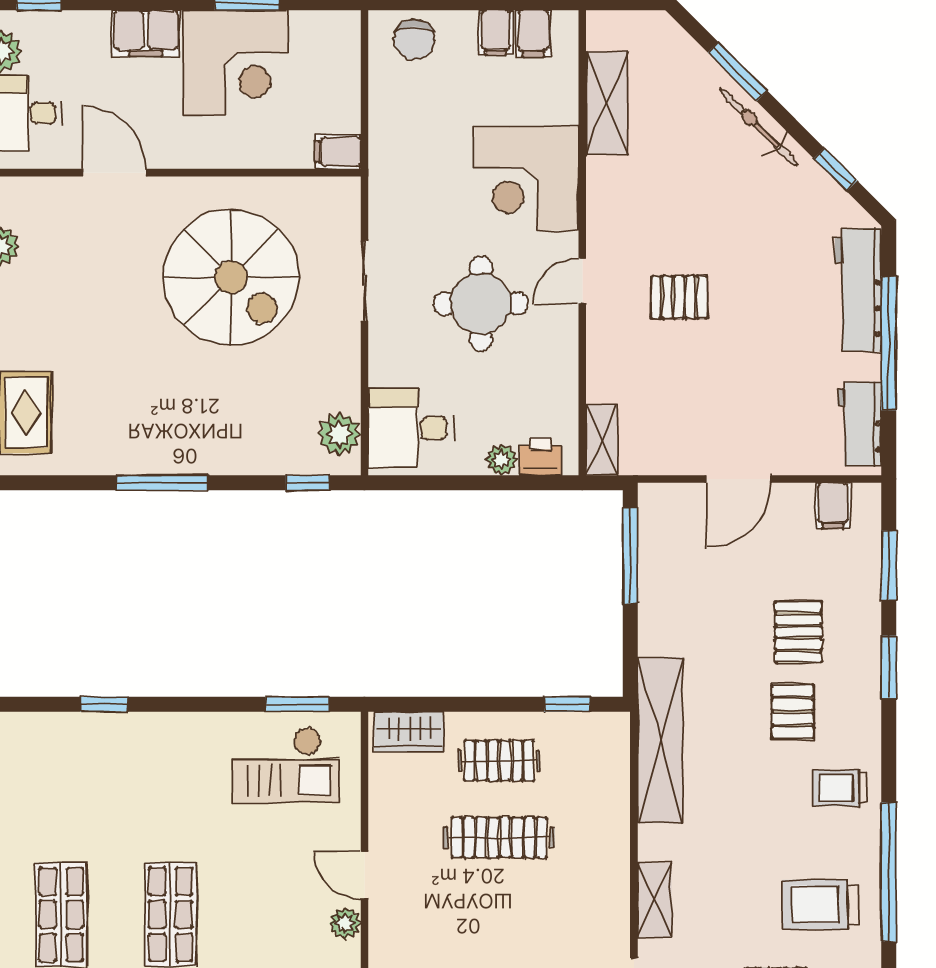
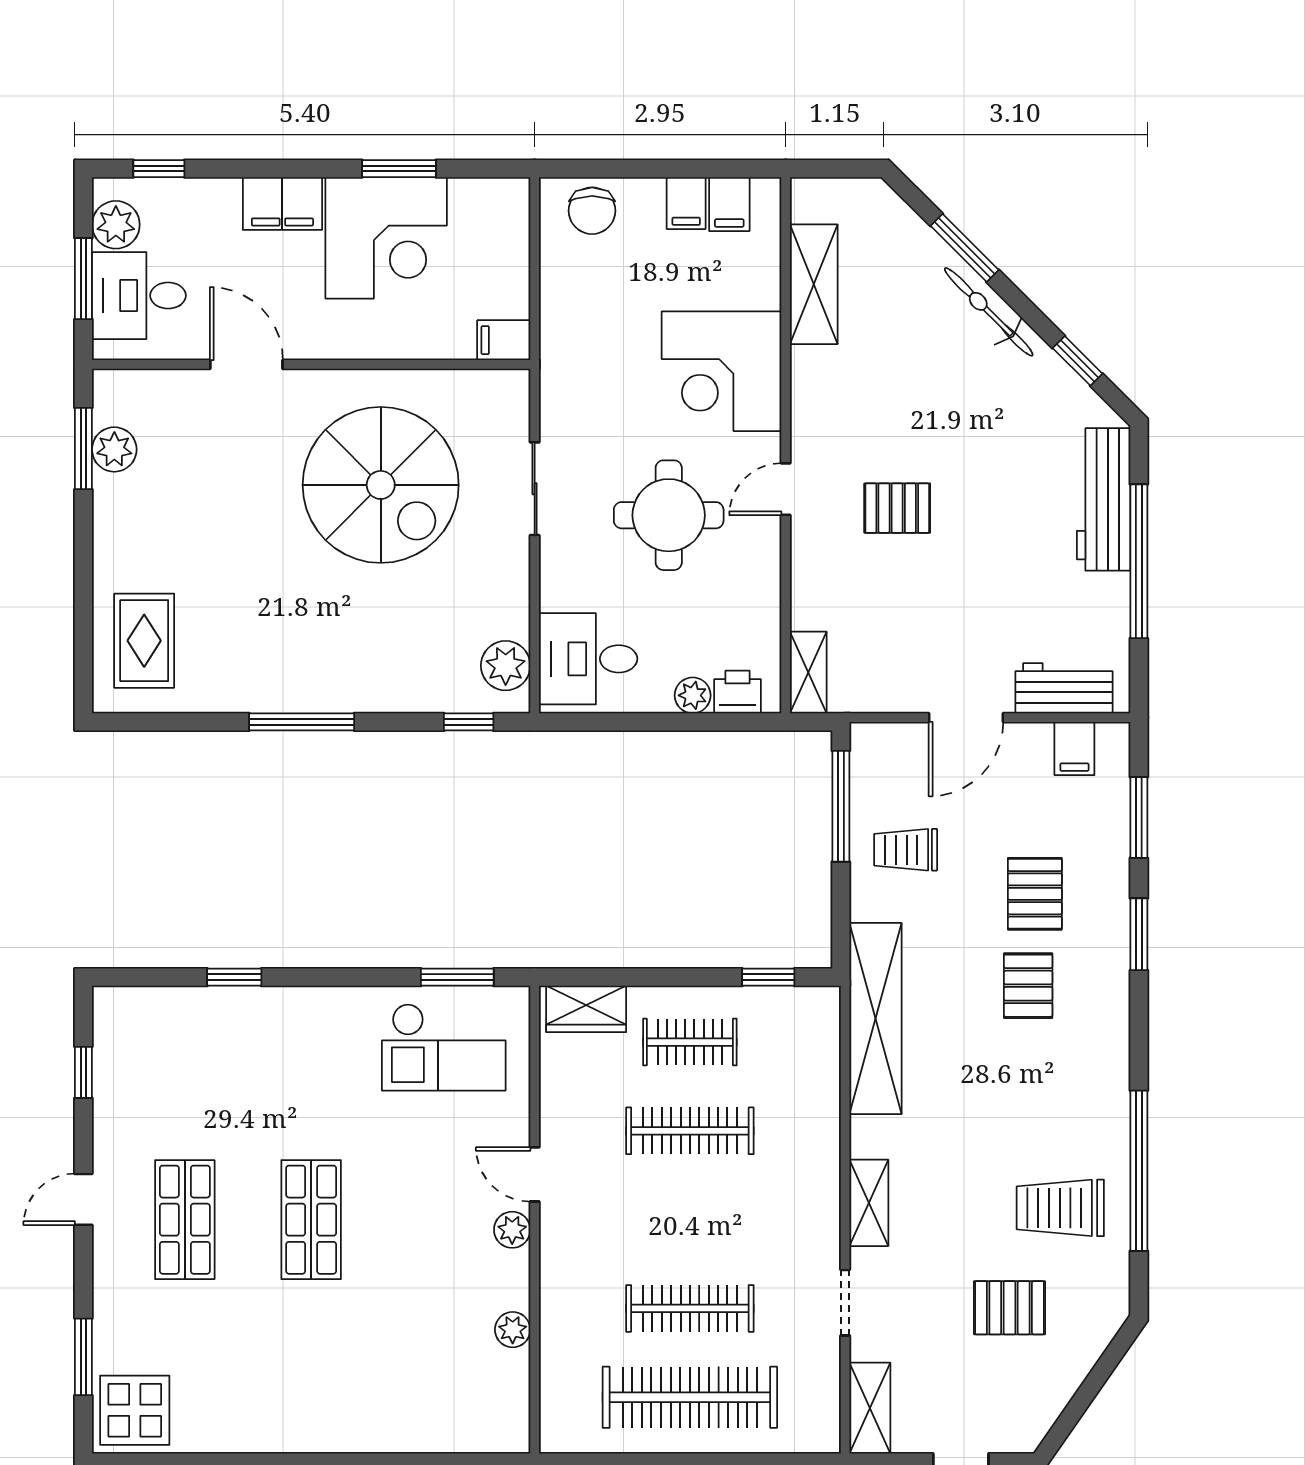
workbench: (859, 424) -> (1064, 688), moved, turned 90
trolley: (840, 788) -> (906, 850), moved

